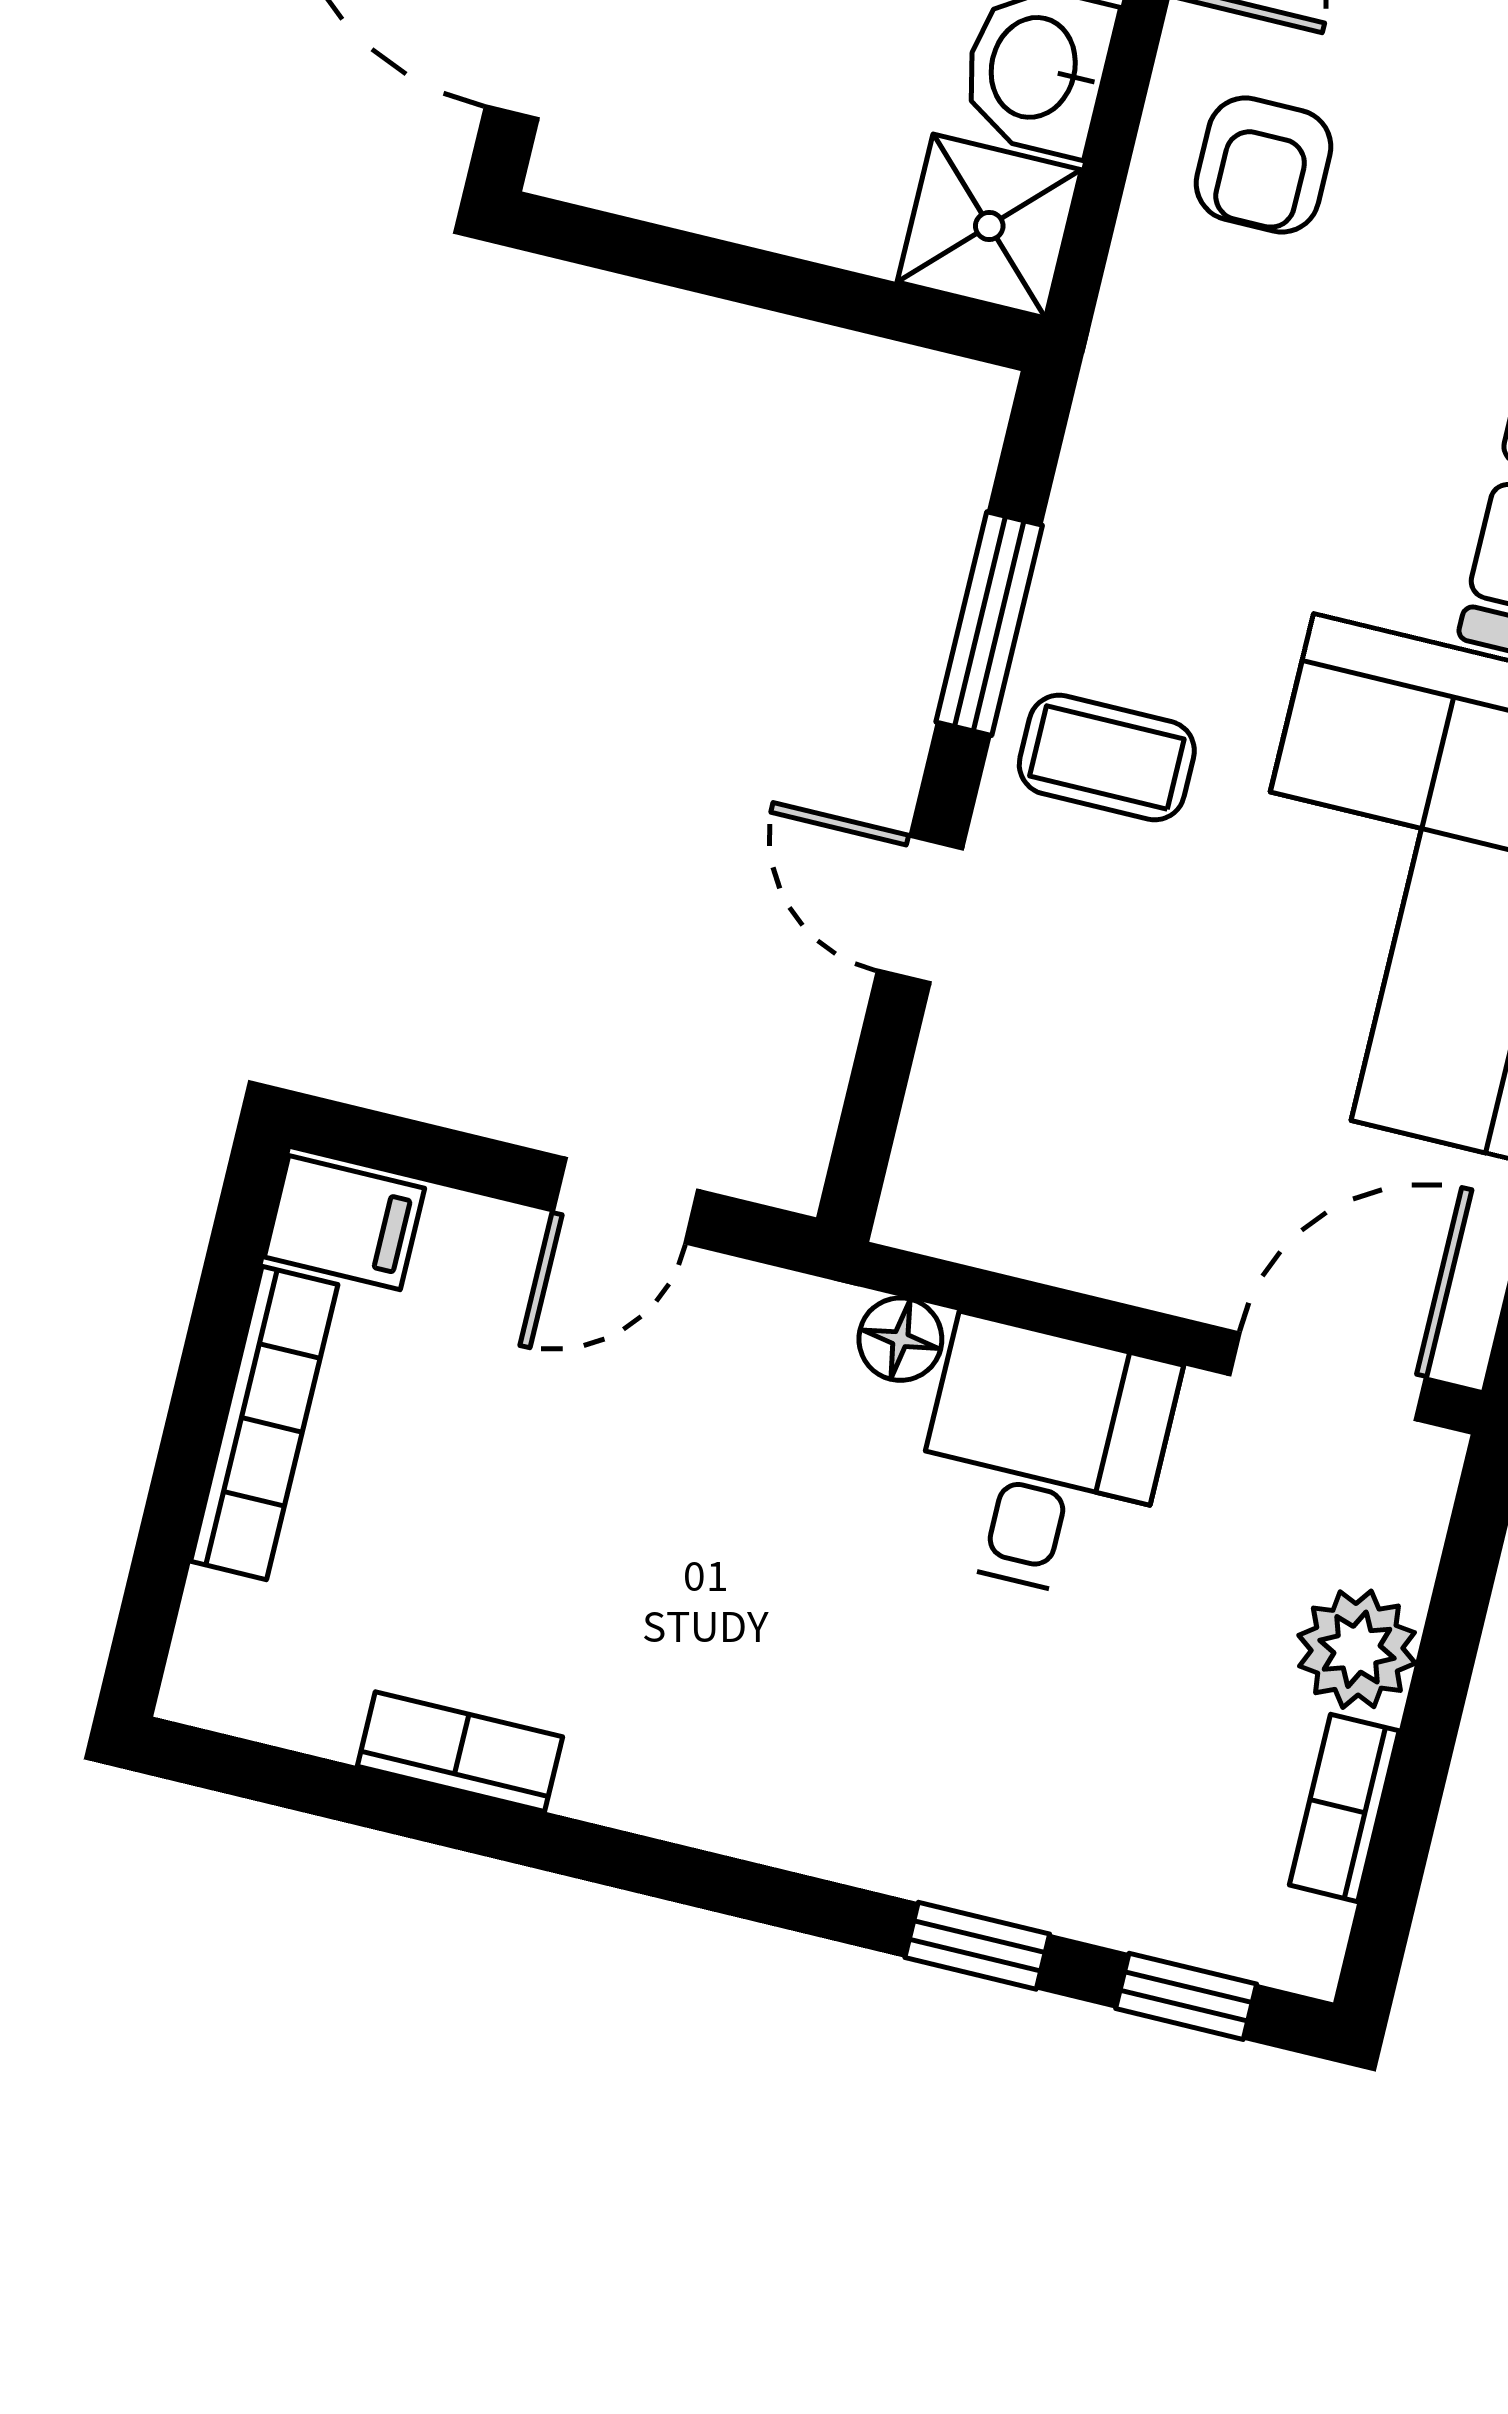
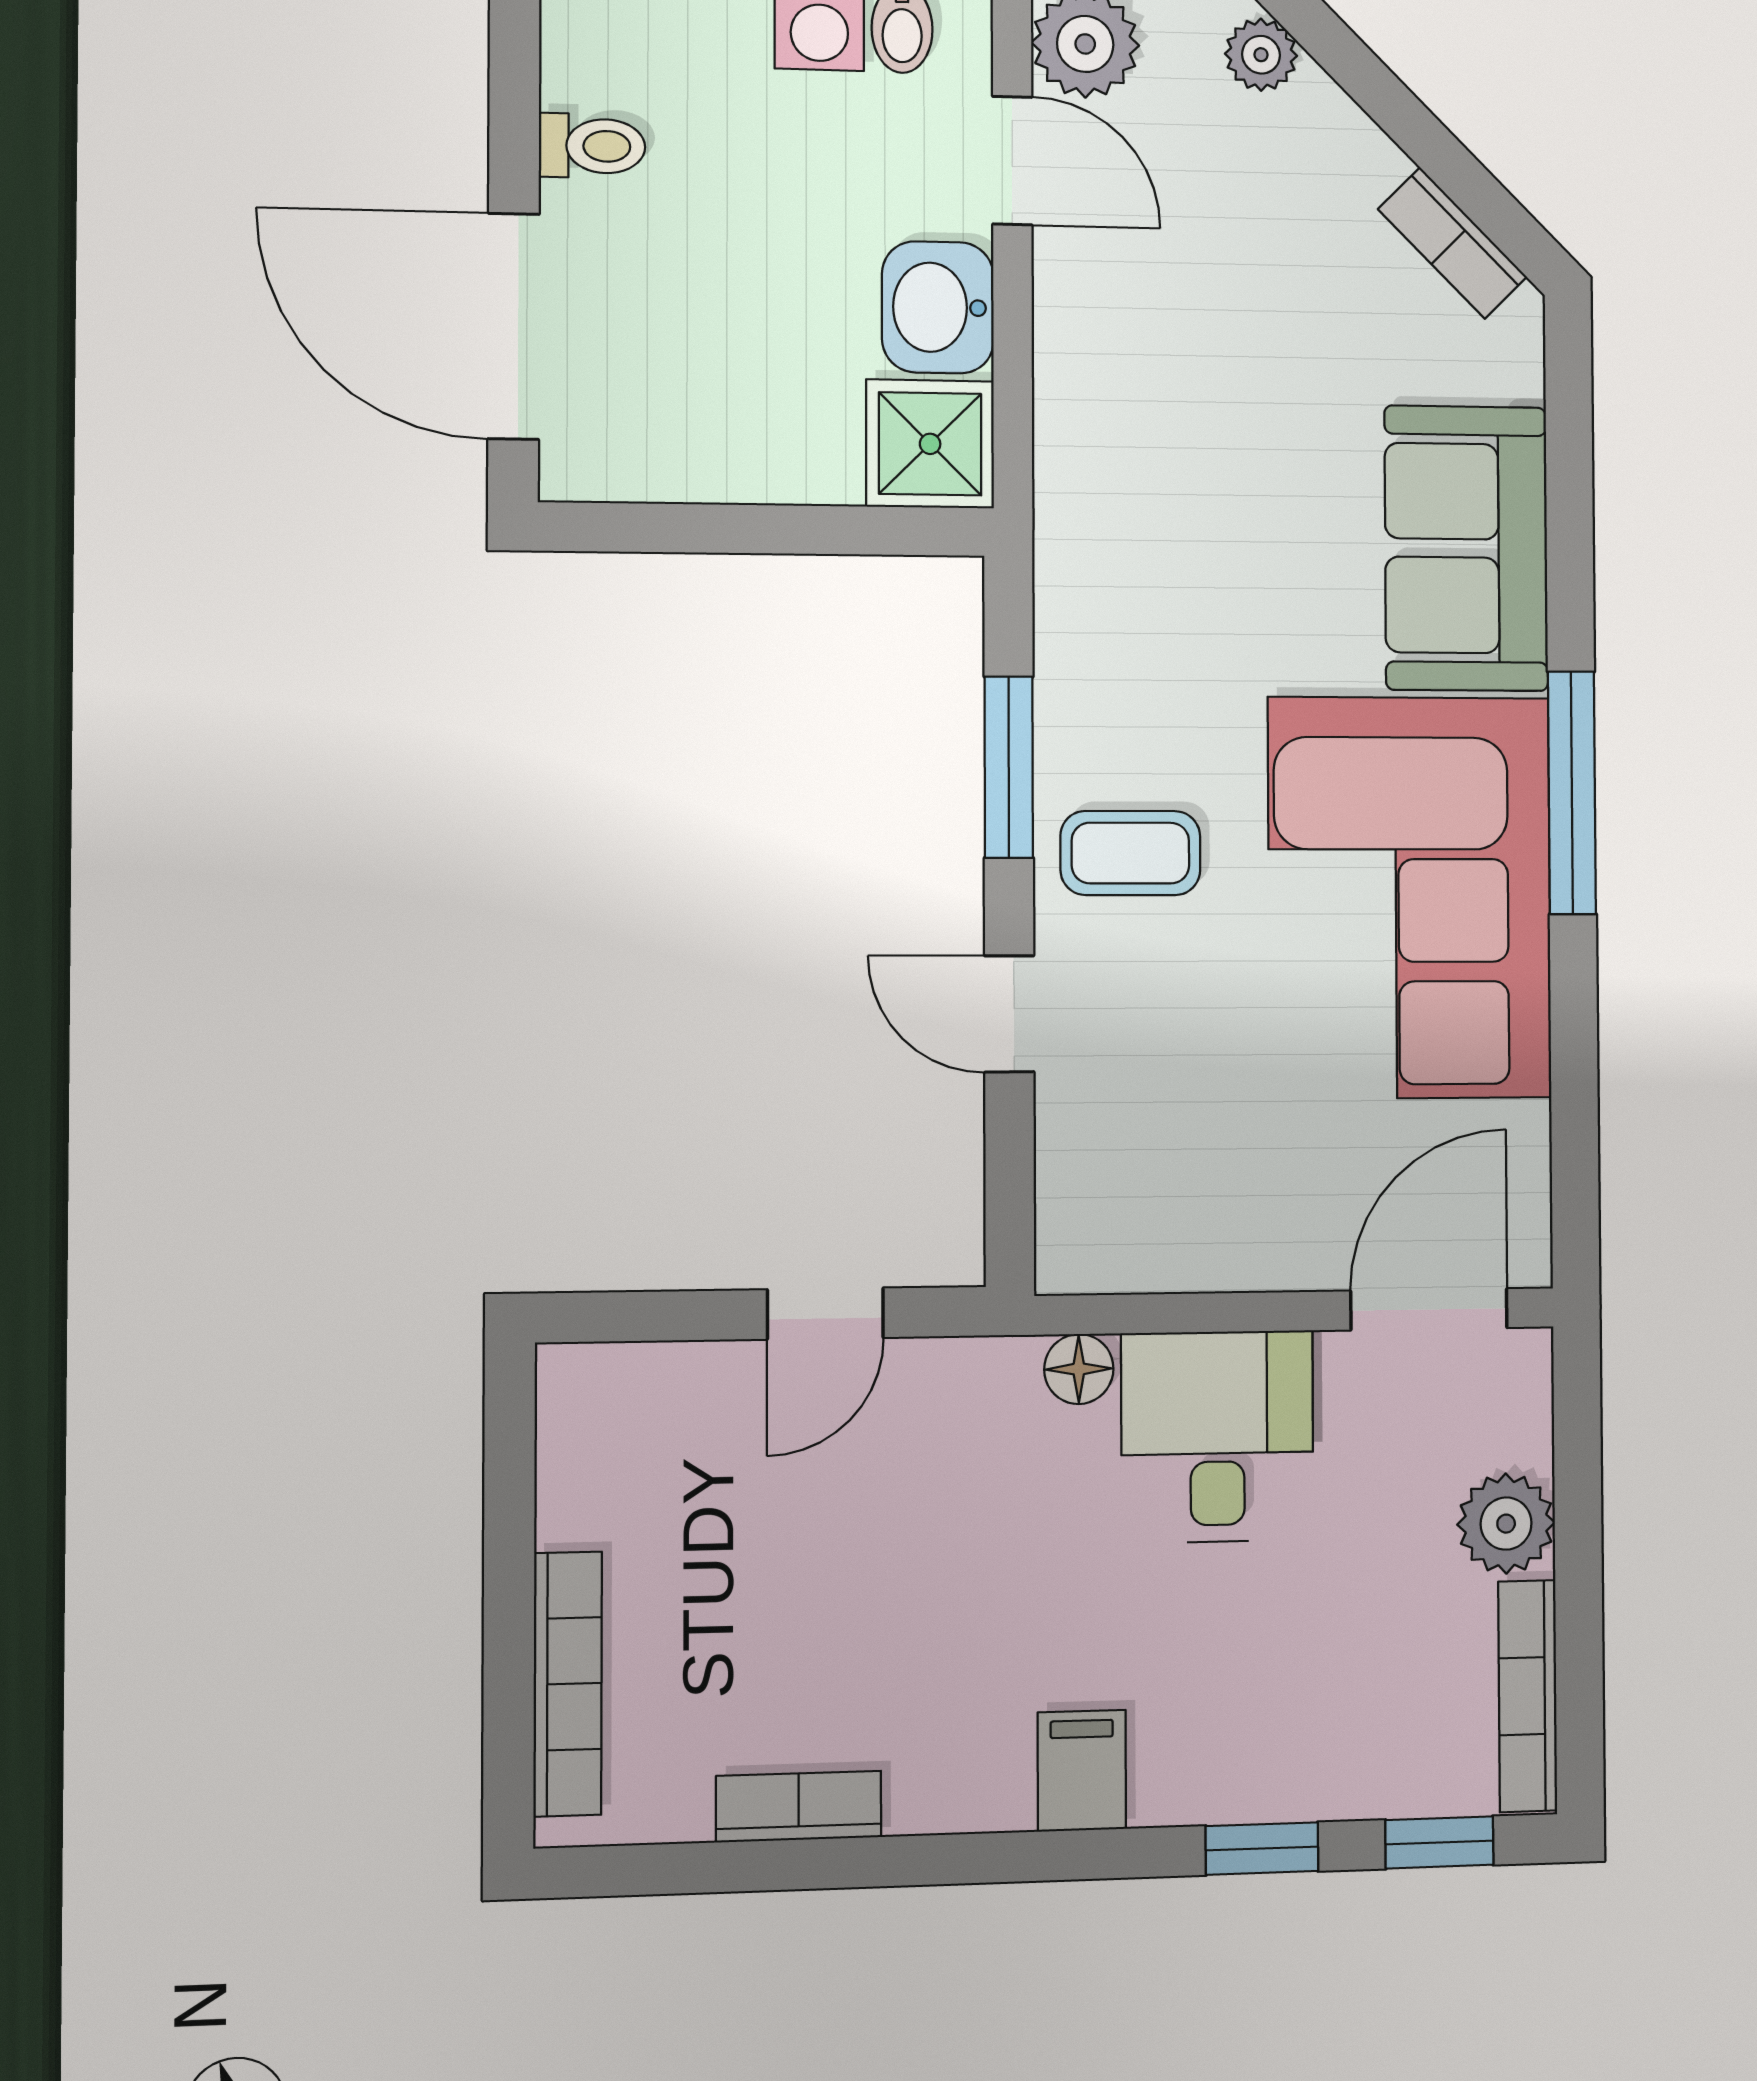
armchair: (1264, 165) -> (1139, 345), removed
filing cabinet: (345, 1223) -> (1082, 1771), moved, turned -90
bookcase: (264, 1423) -> (568, 1684), moved
bookcase: (1344, 1808) -> (1528, 1696), width x1.56

